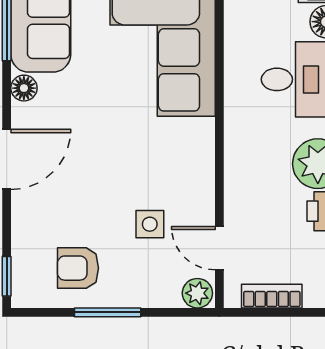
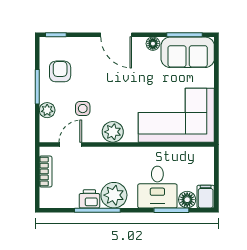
plant: (195, 166) -> (113, 132), added
plant: (197, 293) -> (47, 110), moved

